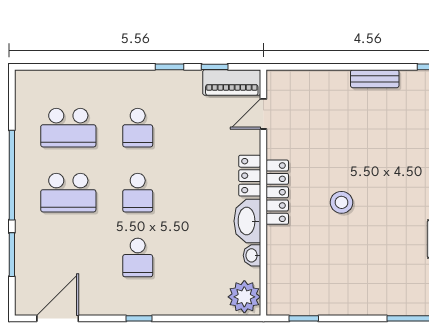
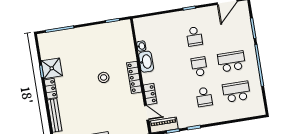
door: (263, 114) -> (147, 113), hinge flipped
school desk: (138, 128) -> (204, 97), turned 180
locker: (250, 176) -> (150, 94), moved
school desk: (138, 258) -> (194, 36), turned 180
plant: (244, 297) -> (142, 26), removed

